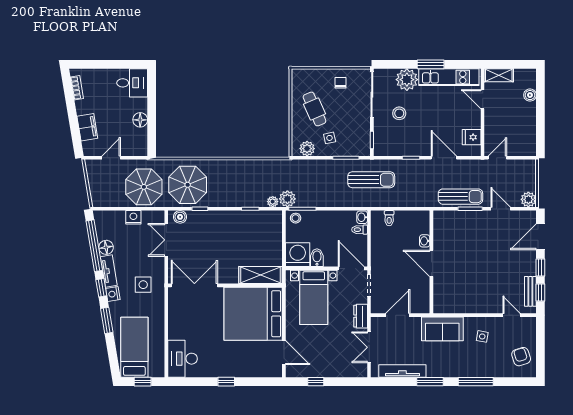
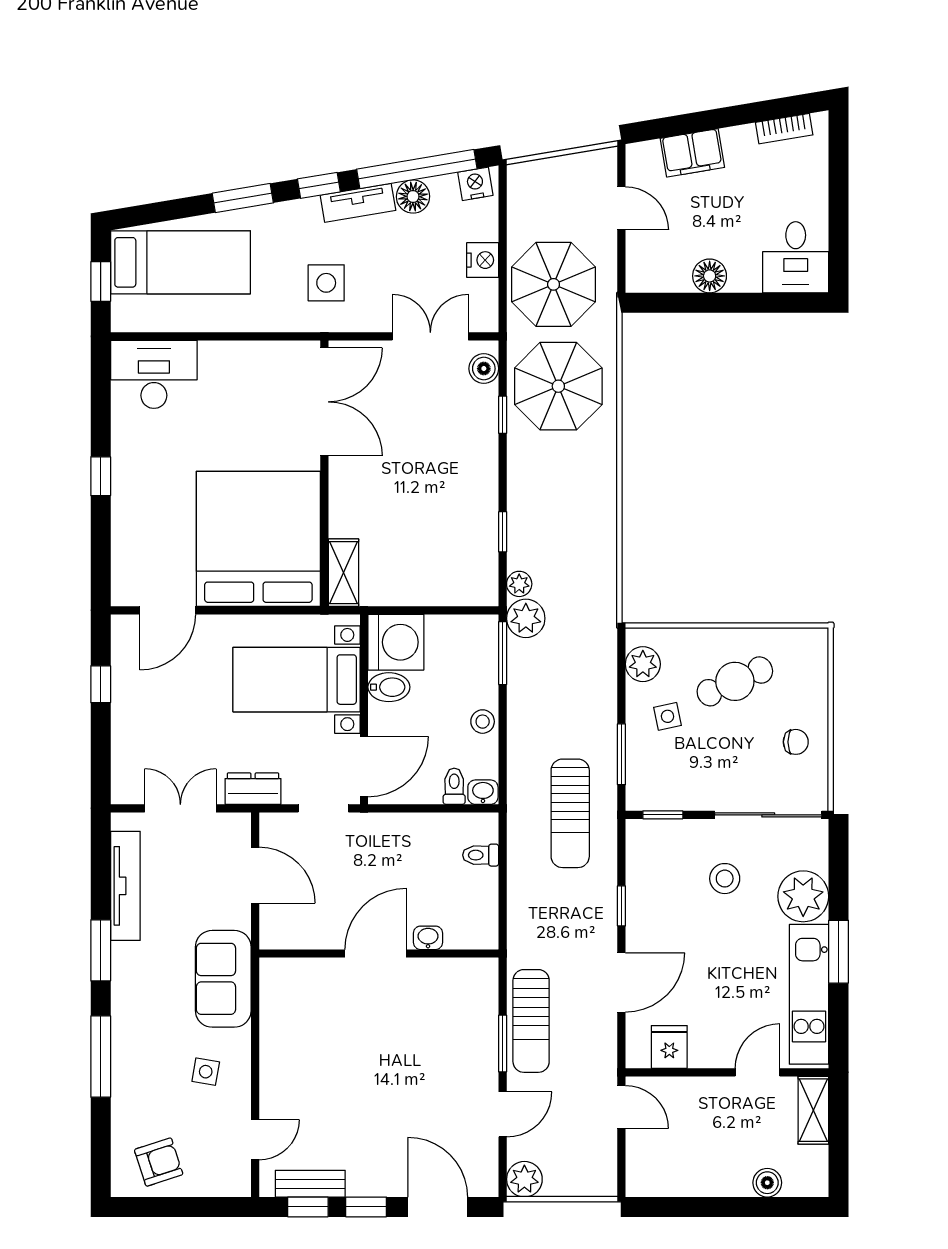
stool: (296, 218) -> (483, 722), moved
shelving: (261, 275) -> (344, 573), width x0.67, depth x0.75
nightstand: (113, 294) -> (475, 184), moved

